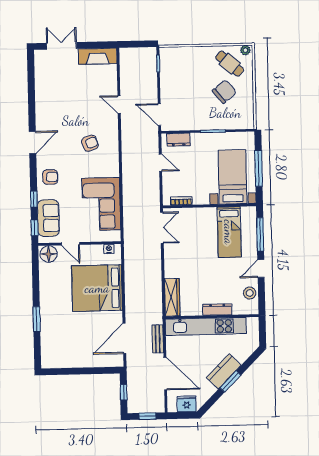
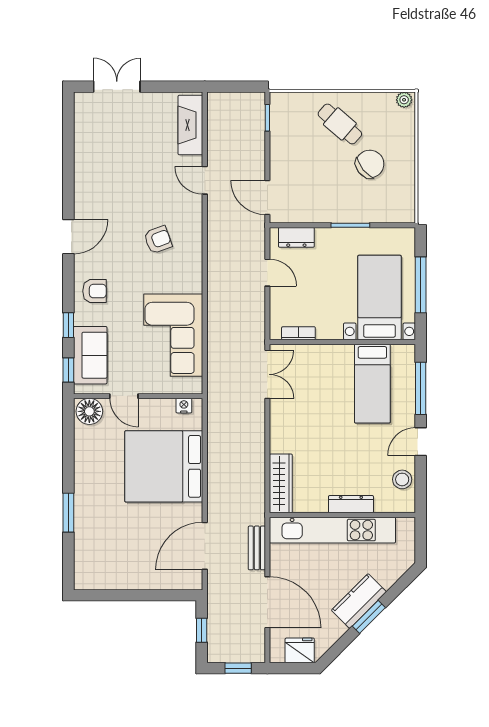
fireplace: (98, 56) -> (190, 125), moved, turned 90
cafe table: (230, 64) -> (340, 124), moved

